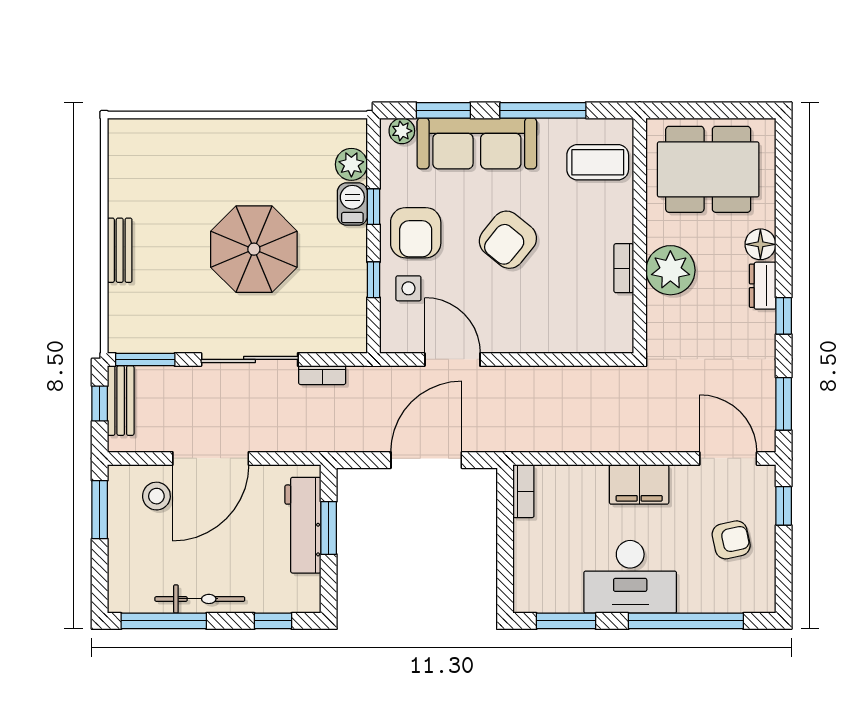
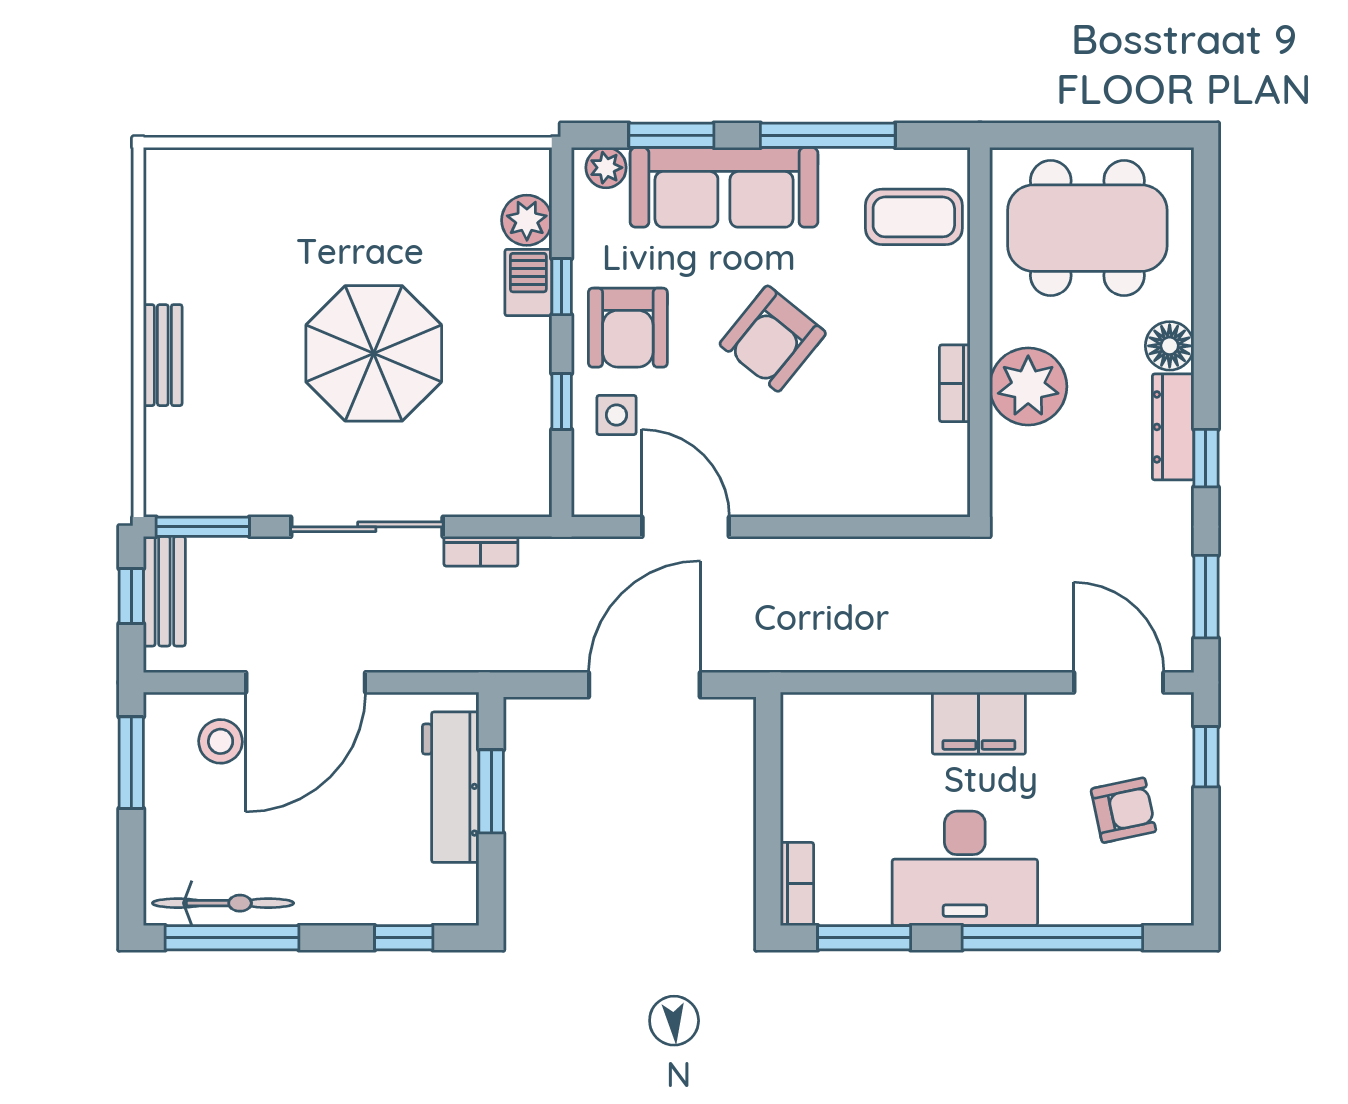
dresser: (763, 286) -> (1173, 427), width x1.44
bookcase: (523, 491) -> (797, 884), moved
bicycle: (200, 599) -> (223, 903), moved

